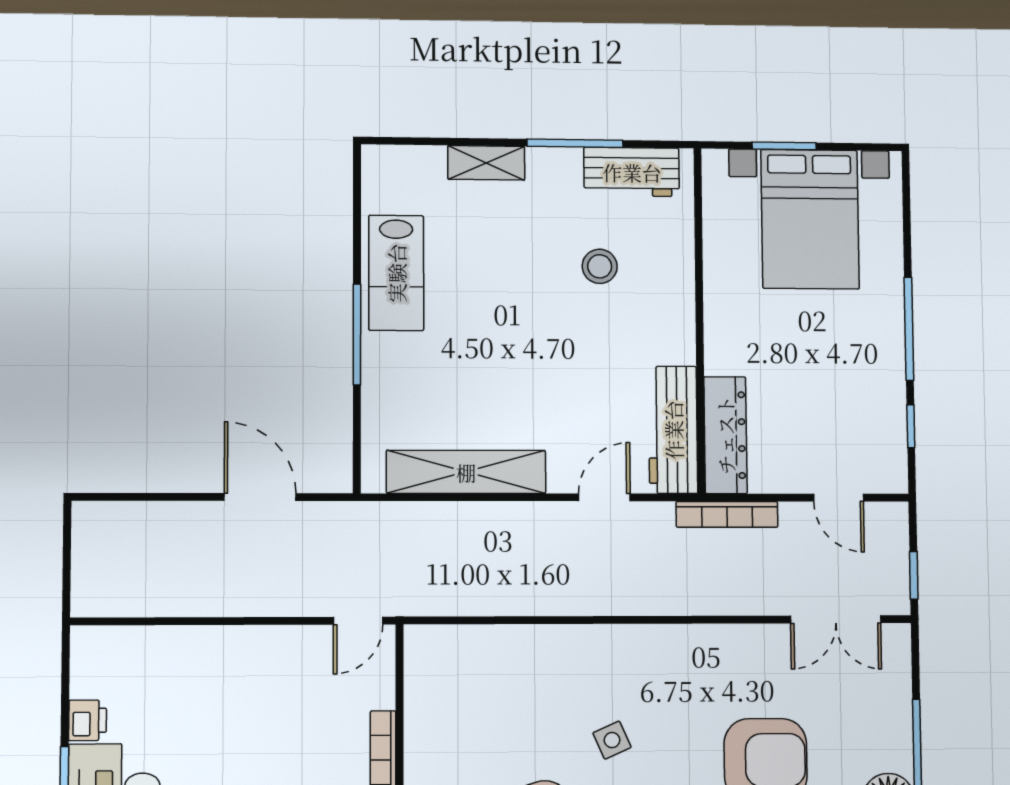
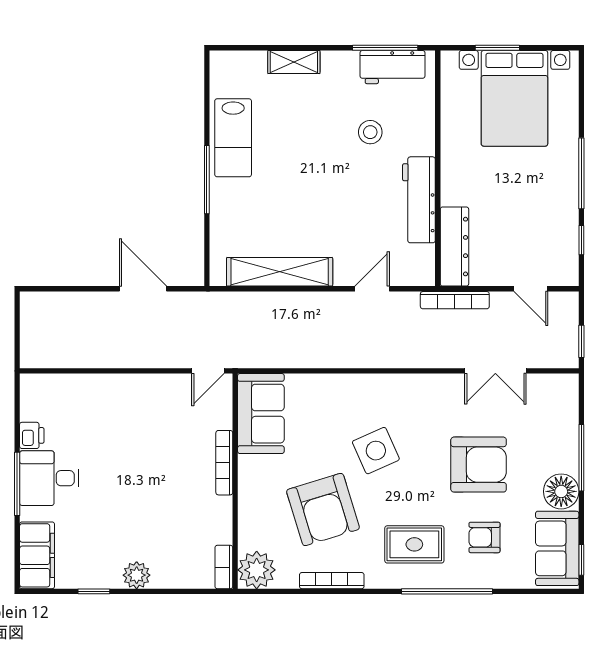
window: (575, 143) -> (385, 48), moved
workbench: (673, 430) -> (419, 200), moved
double door: (836, 619) -> (495, 371), moved
sofa: (439, 685) -> (261, 414), added
side table: (612, 740) -> (376, 451), width x1.87, depth x1.87

